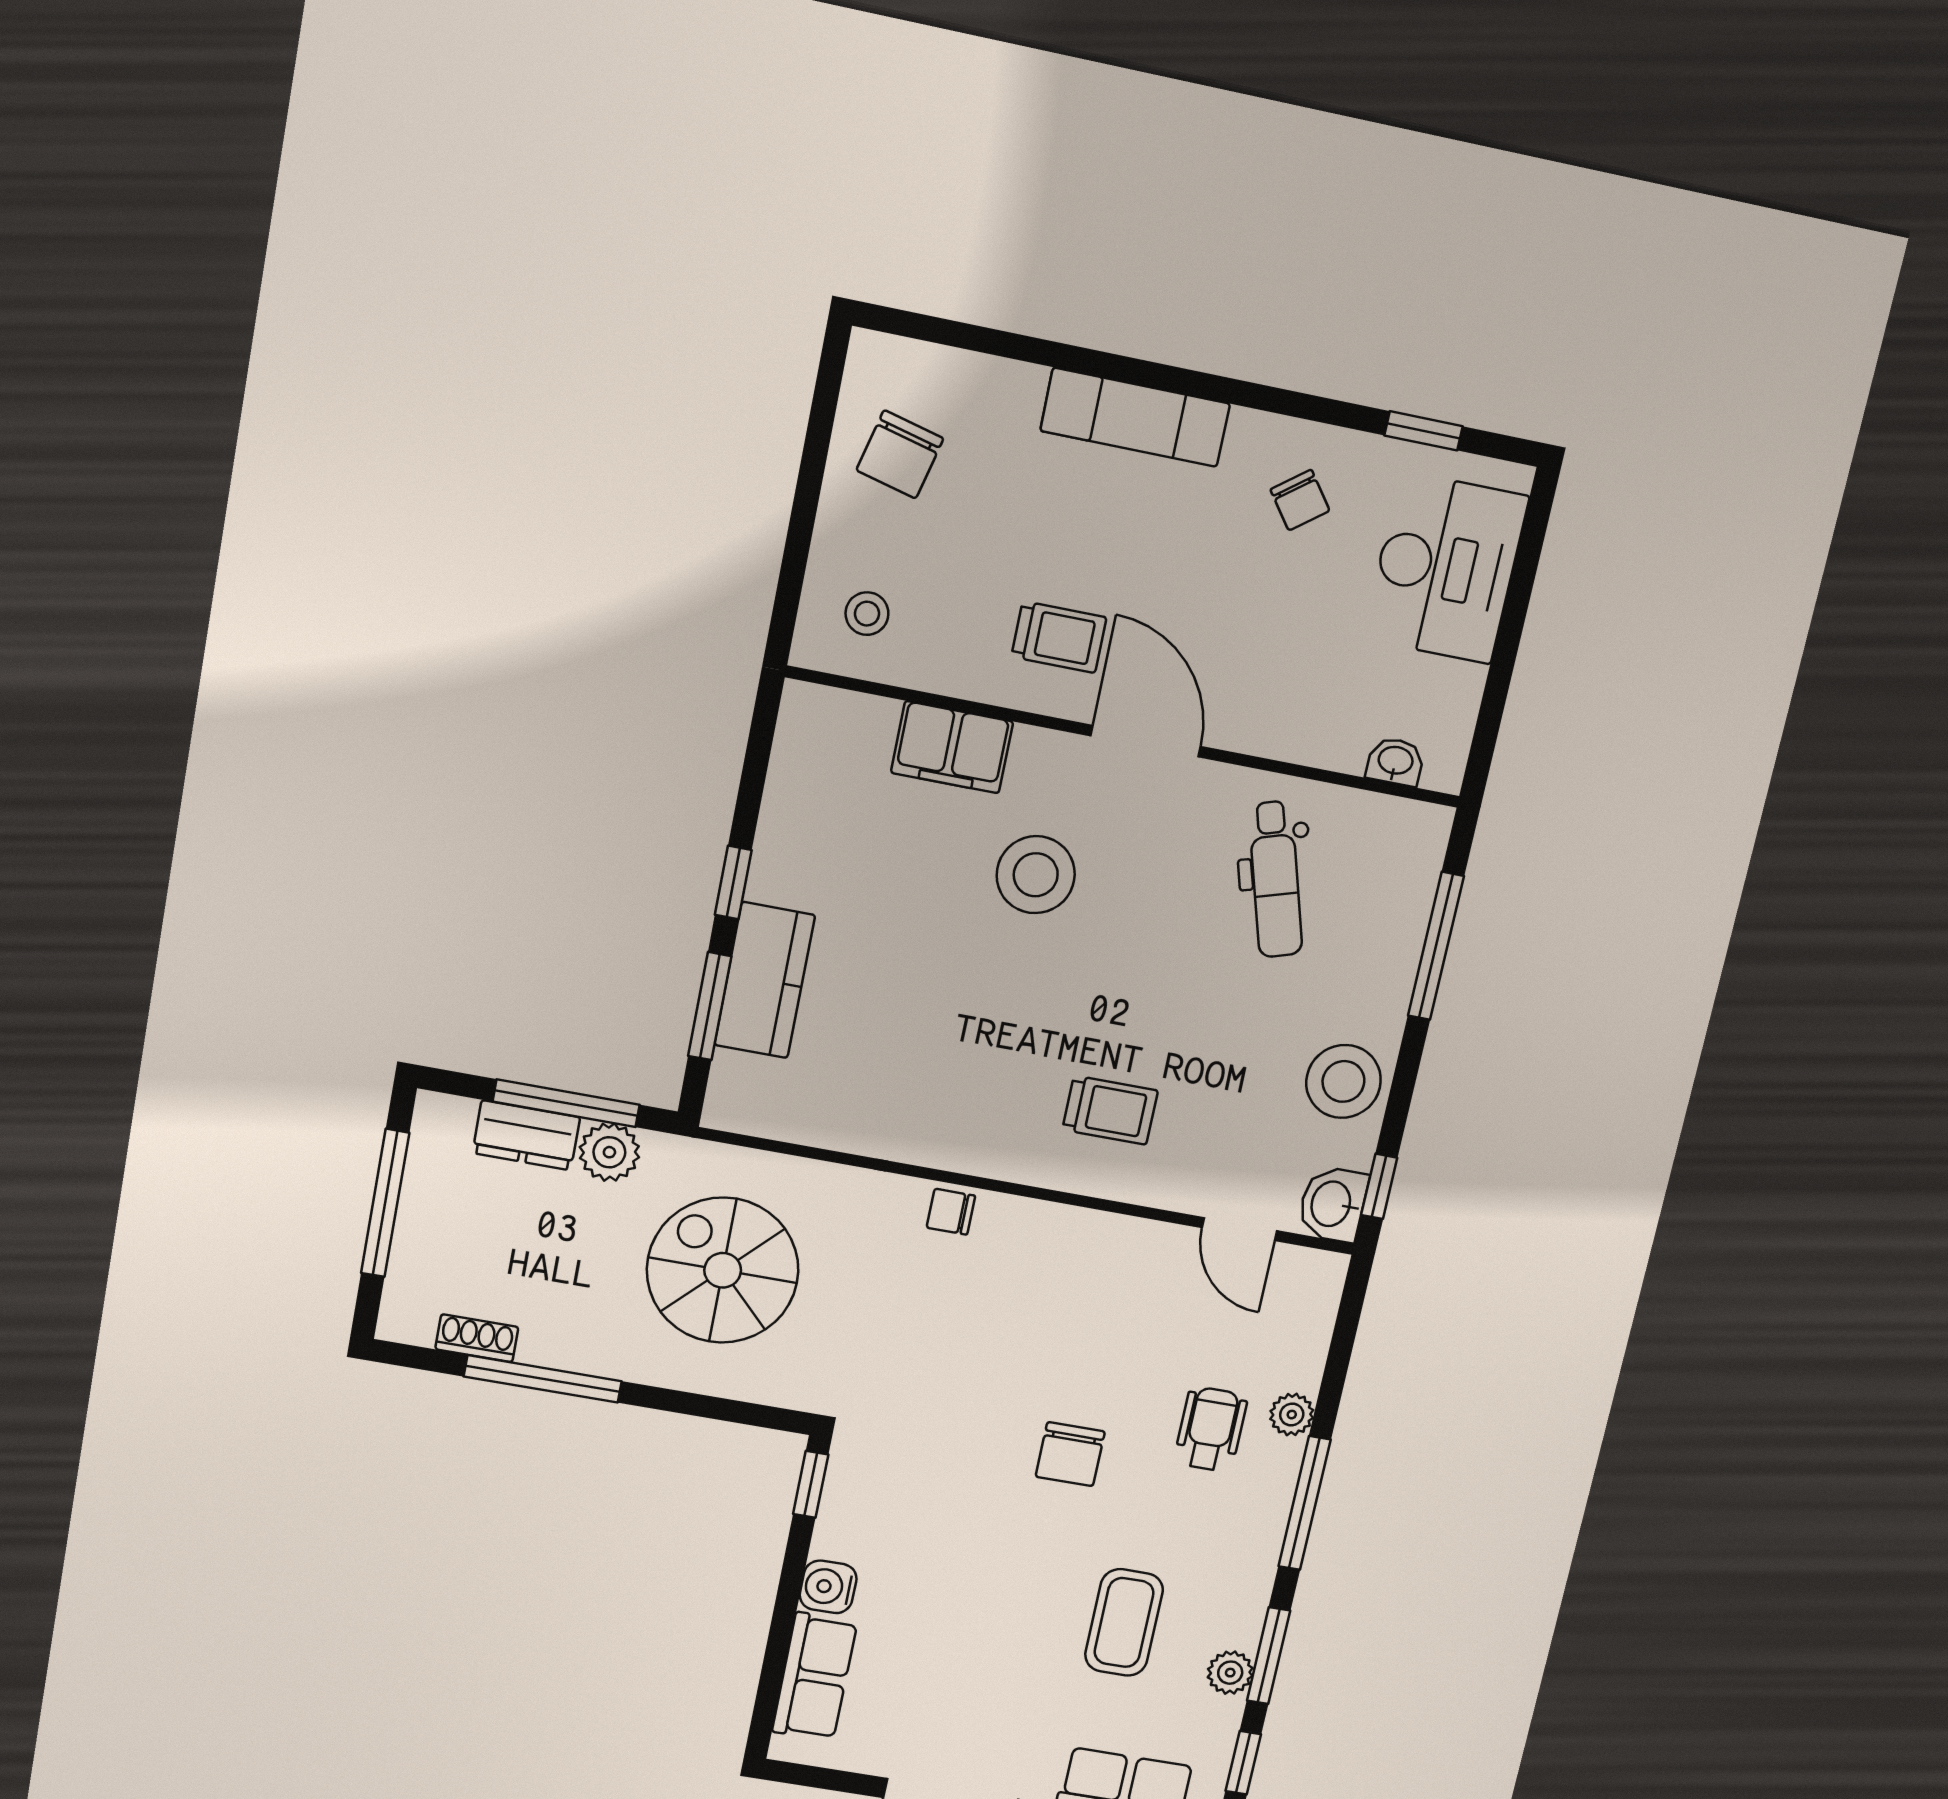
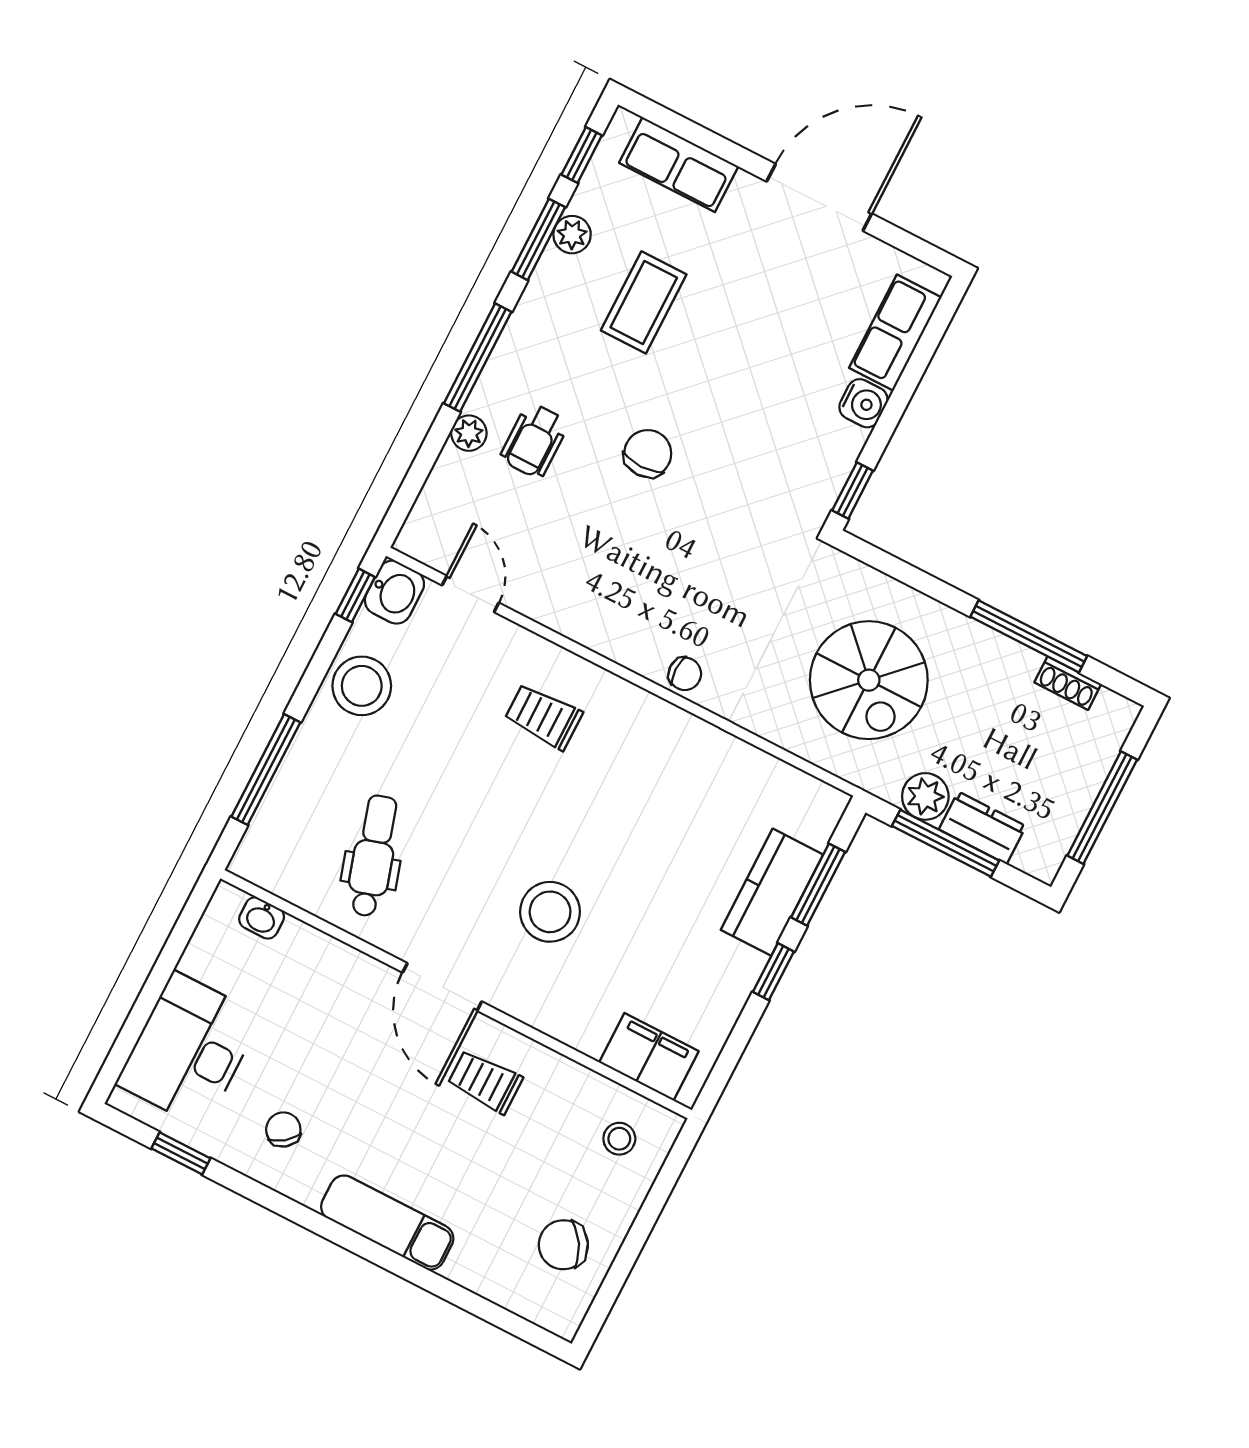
chair: (900, 454) -> (563, 1245), turned -135
filing cabinet: (952, 747) -> (649, 1057), moved

